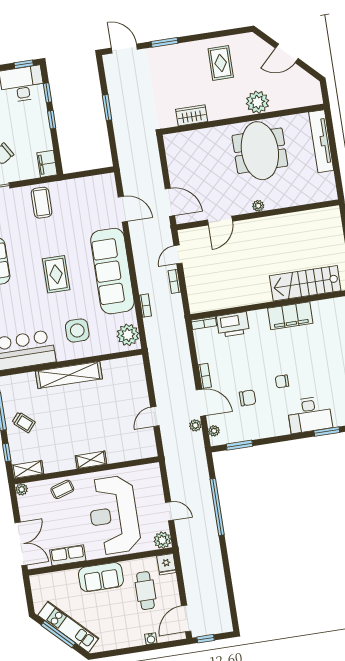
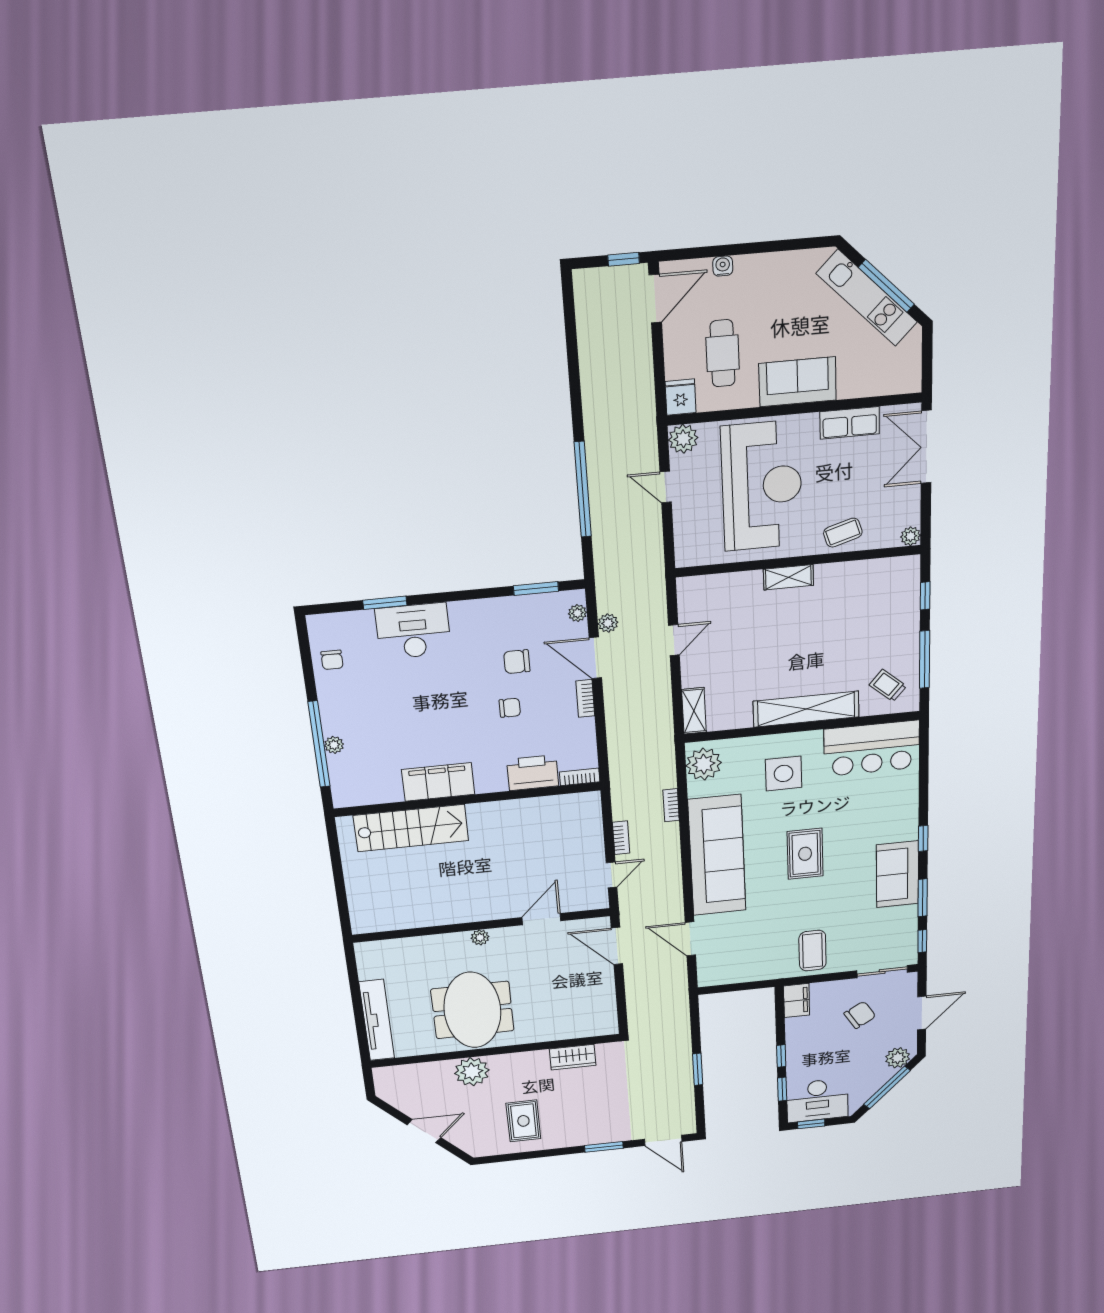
chair: (282, 381) -> (510, 708), moved
trolley: (24, 422) -> (888, 685), moved
shelving: (28, 469) -> (694, 711), moved, turned 90

